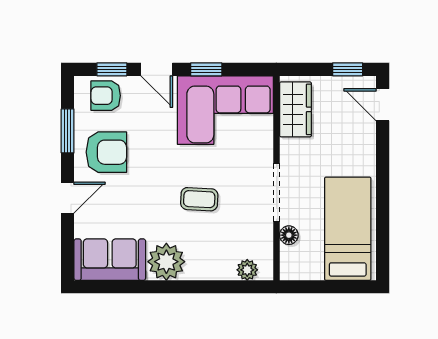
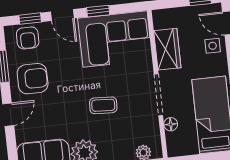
armchair: (106, 96) -> (28, 38), turned -90
wardrobe: (295, 109) -> (167, 49), moved
side table: (358, 134) -> (213, 46), added

